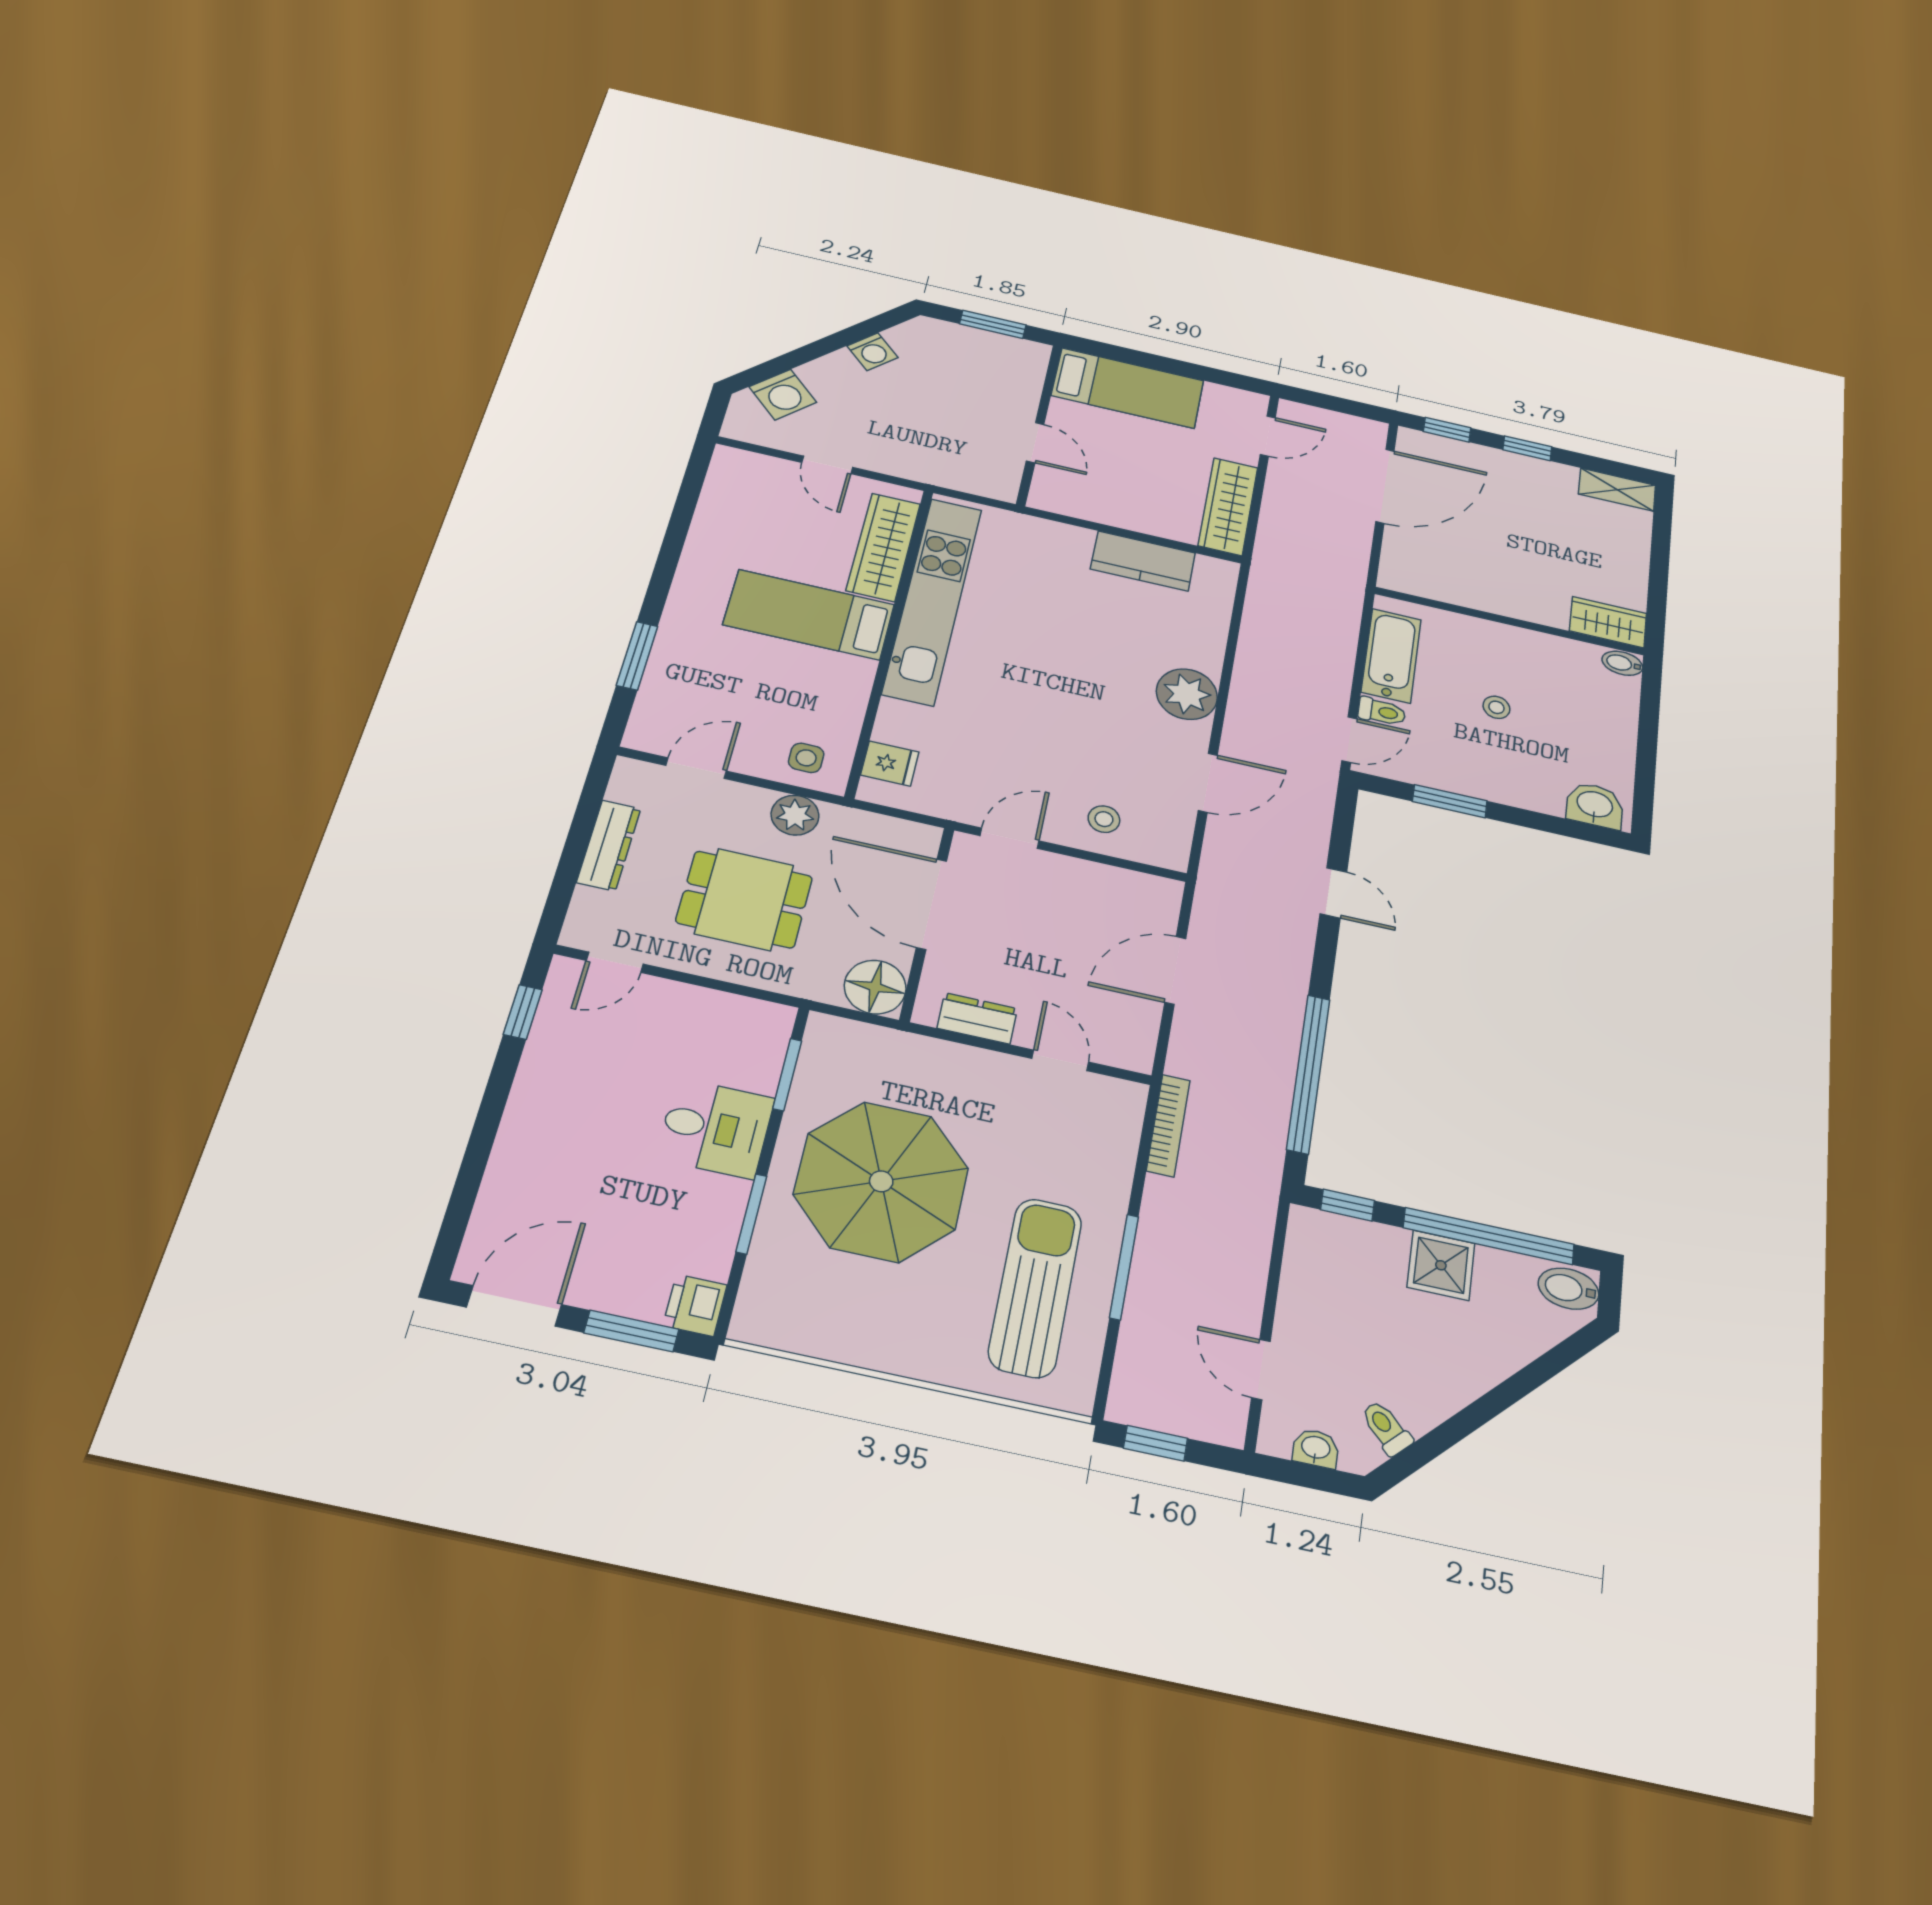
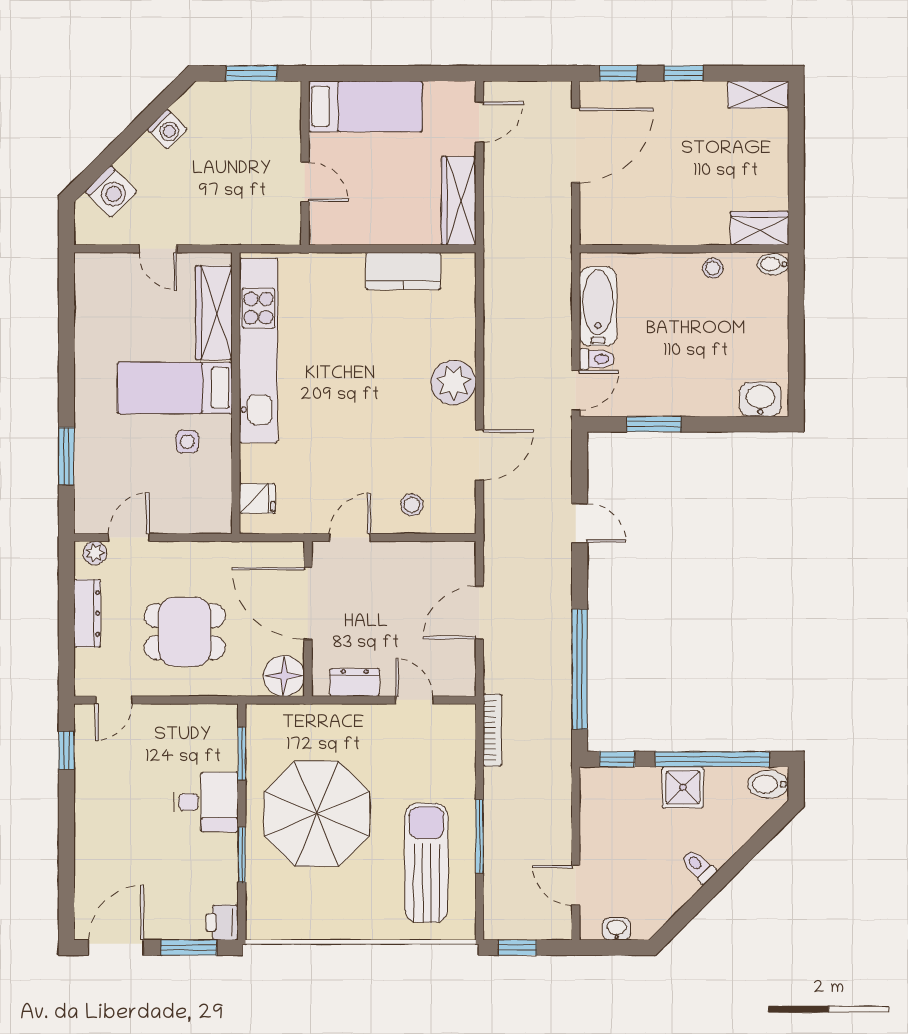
stool: (1496, 707) -> (713, 268), moved
side table: (806, 758) -> (187, 442), moved
plant: (795, 815) -> (95, 553), moved, width x0.73, depth x0.73
toilet: (1386, 1428) -> (699, 866), moved

